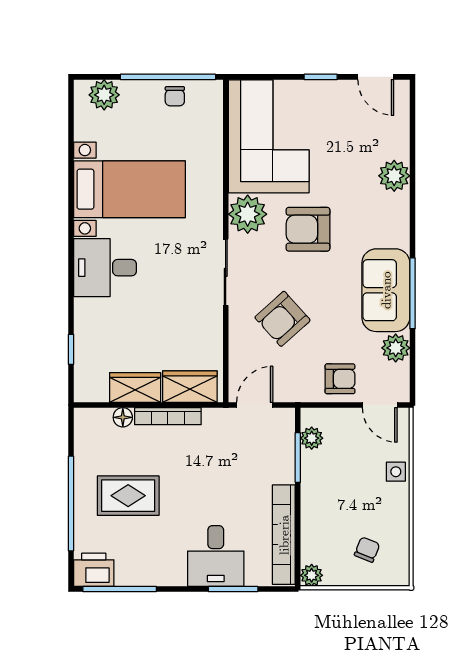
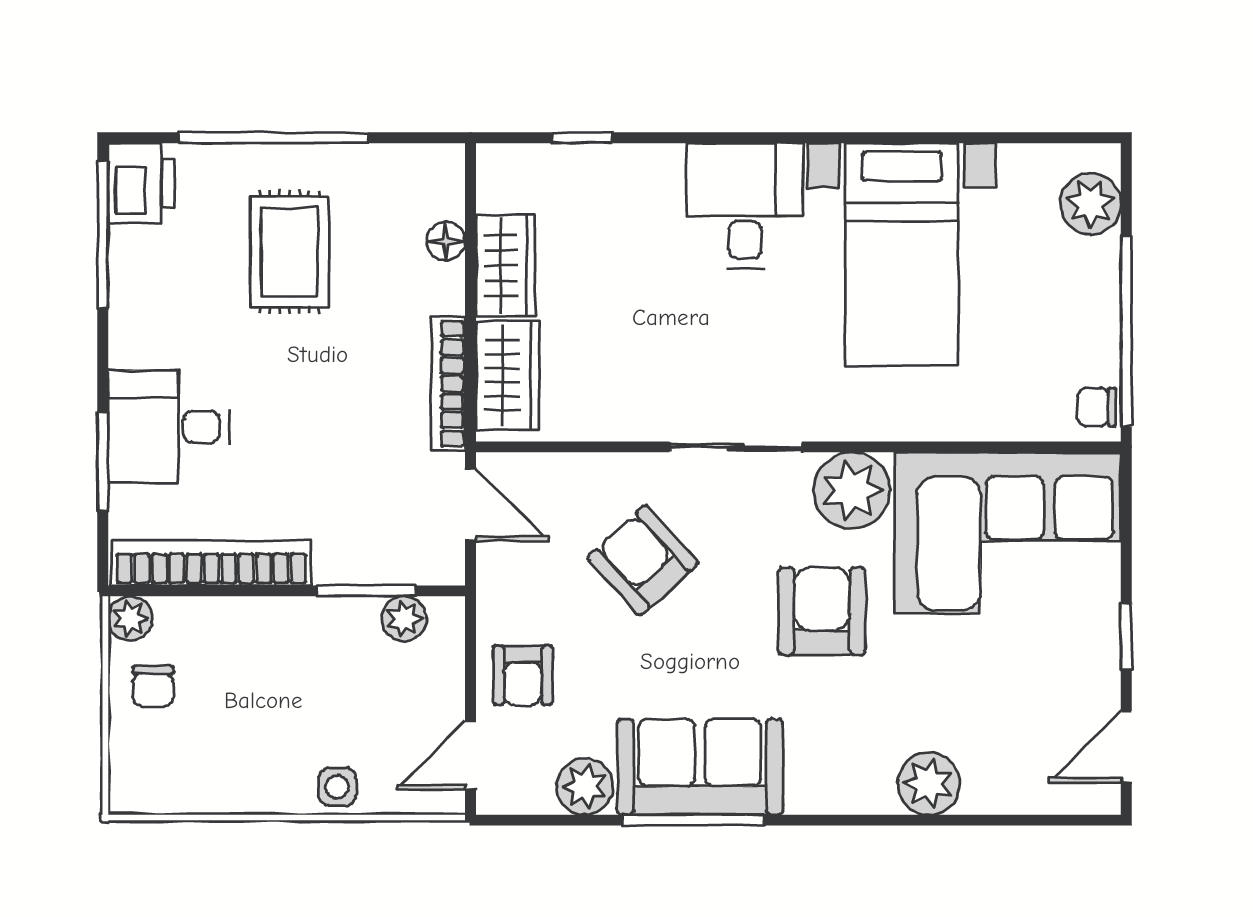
chair: (175, 96) -> (1097, 407), moved
bookcase: (168, 416) -> (448, 384), moved
chair: (367, 550) -> (153, 686), moved, turned 68

